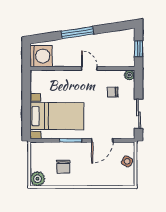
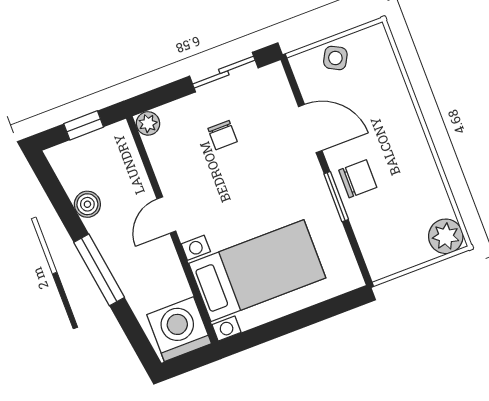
boiler: (106, 38) -> (87, 204), added
chair: (113, 92) -> (223, 135), moved
bed with nightstands: (57, 116) -> (257, 271), moved, turned 90
chair: (63, 167) -> (358, 179), moved

